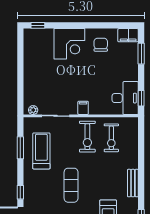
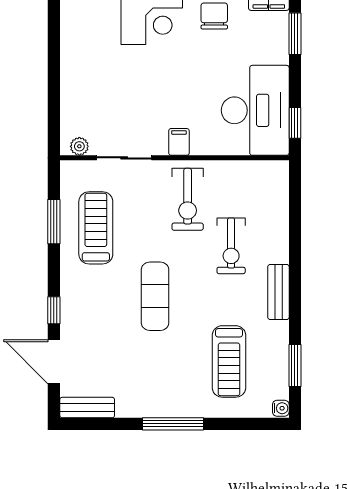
desk: (125, 98) -> (255, 110), width x1.36, depth x1.30
exercise bike: (111, 138) -> (231, 246), moved

